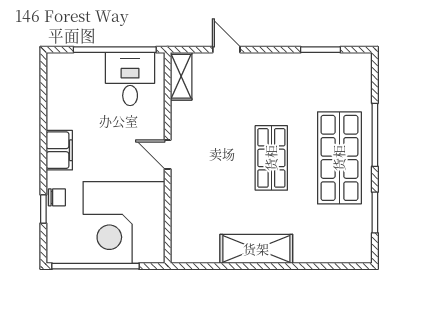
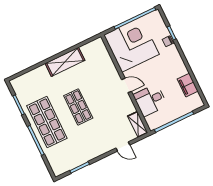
desk: (130, 79) -> (150, 100), moved, turned 90
filing cabinet: (59, 150) -> (188, 85), moved

